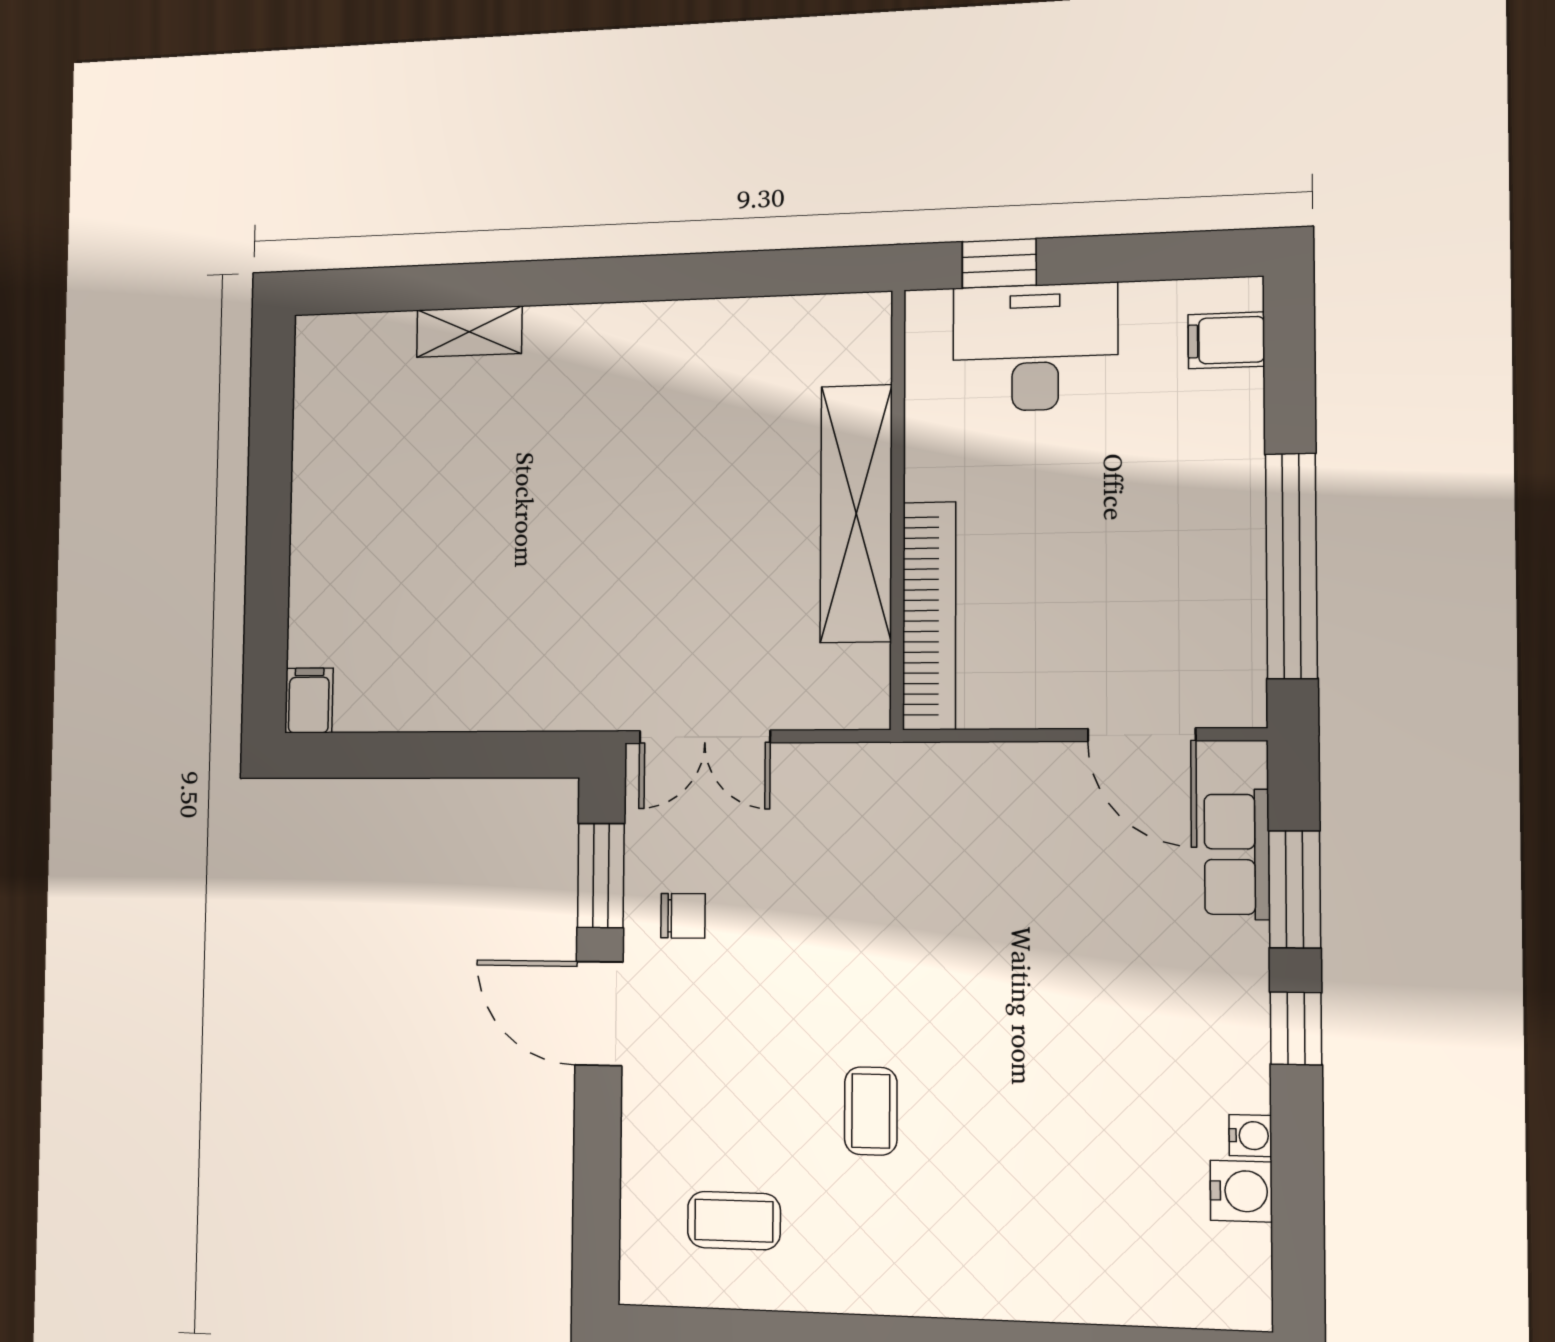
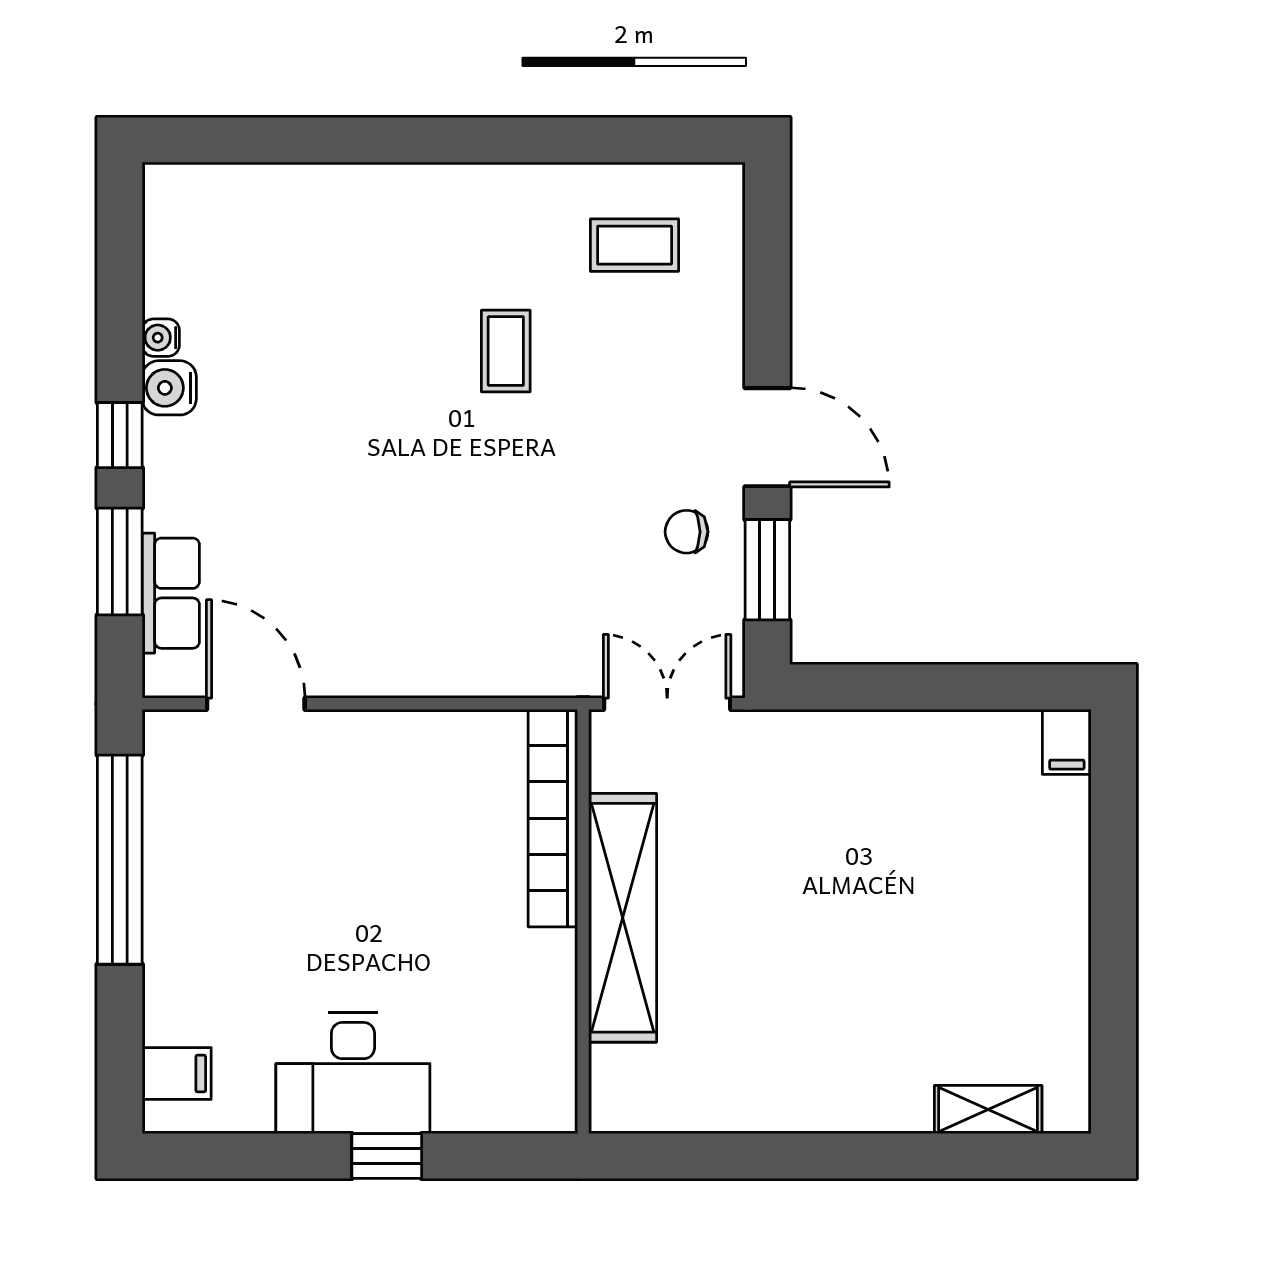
shelving: (469, 332) -> (988, 1110), moved
wall: (898, 509) -> (583, 922), moved
shelving: (856, 513) -> (623, 918), moved
bookcase: (929, 616) -> (553, 818), moved
water cooler: (1241, 1191) -> (169, 388), moved

